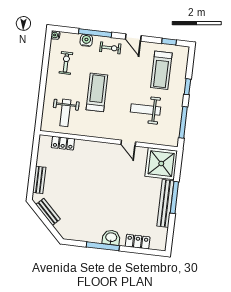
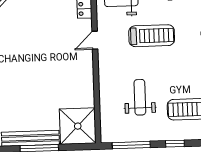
door: (128, 143) -> (95, 40), moved

